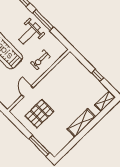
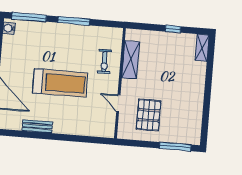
weight bench: (29, 34) -> (72, 45), removed
shelving: (81, 123) -> (131, 60), moved

